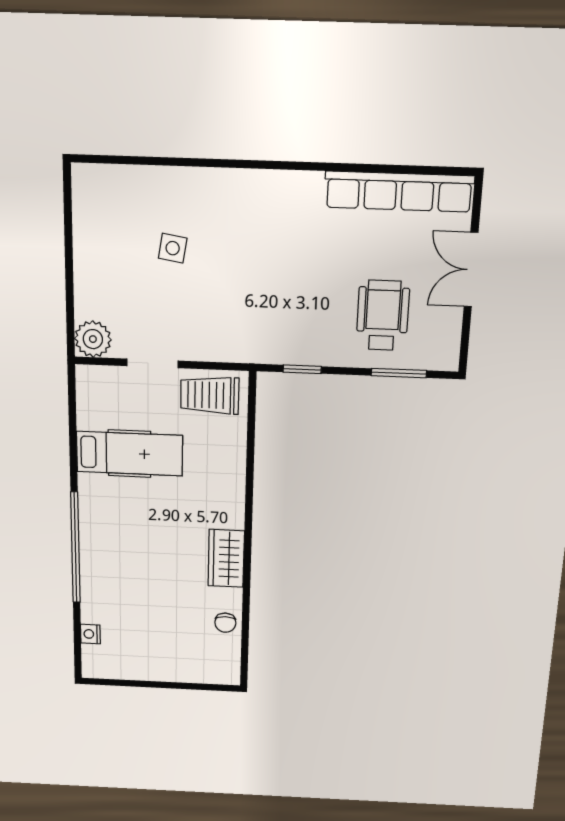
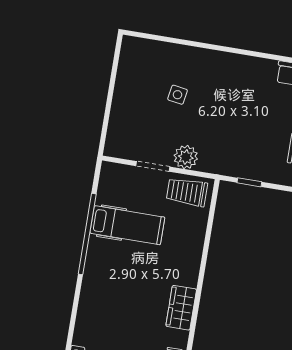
plant: (93, 339) -> (186, 157), moved
window: (75, 548) -> (87, 234), moved

